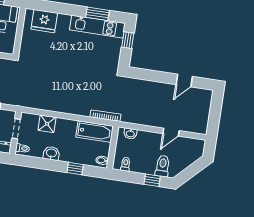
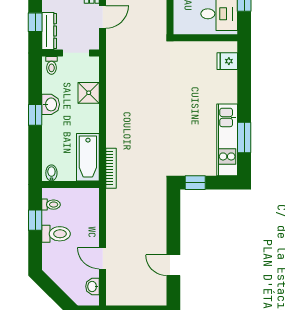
fridge: (44, 21) -> (227, 61), width x0.53, depth x0.75
window: (128, 40) -> (195, 183), moved
washbasin: (130, 134) -> (92, 286), moved
toilet: (163, 166) -> (56, 234), moved
window: (75, 169) -> (35, 115), moved
window: (152, 180) -> (35, 220), moved

